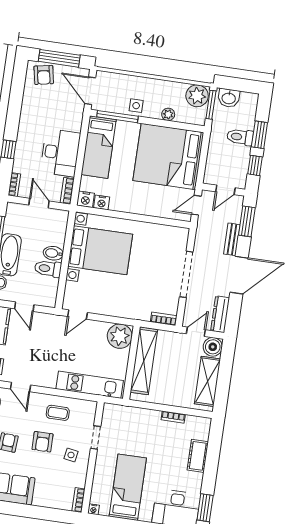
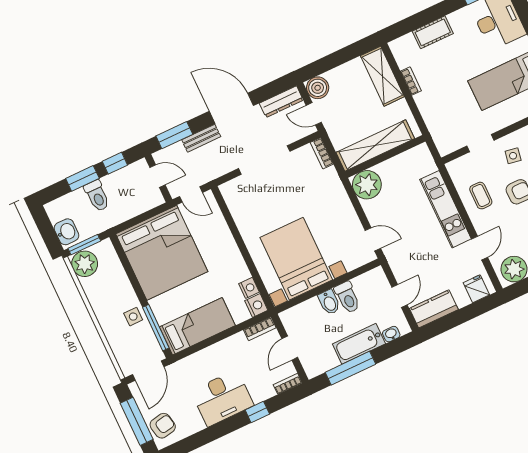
plant: (168, 114) -> (121, 280), removed
desk: (60, 153) -> (222, 398), moved, turned 180
shelving: (208, 381) -> (382, 76), moved, turned 90
kitchen unit: (90, 385) -> (446, 209), moved

